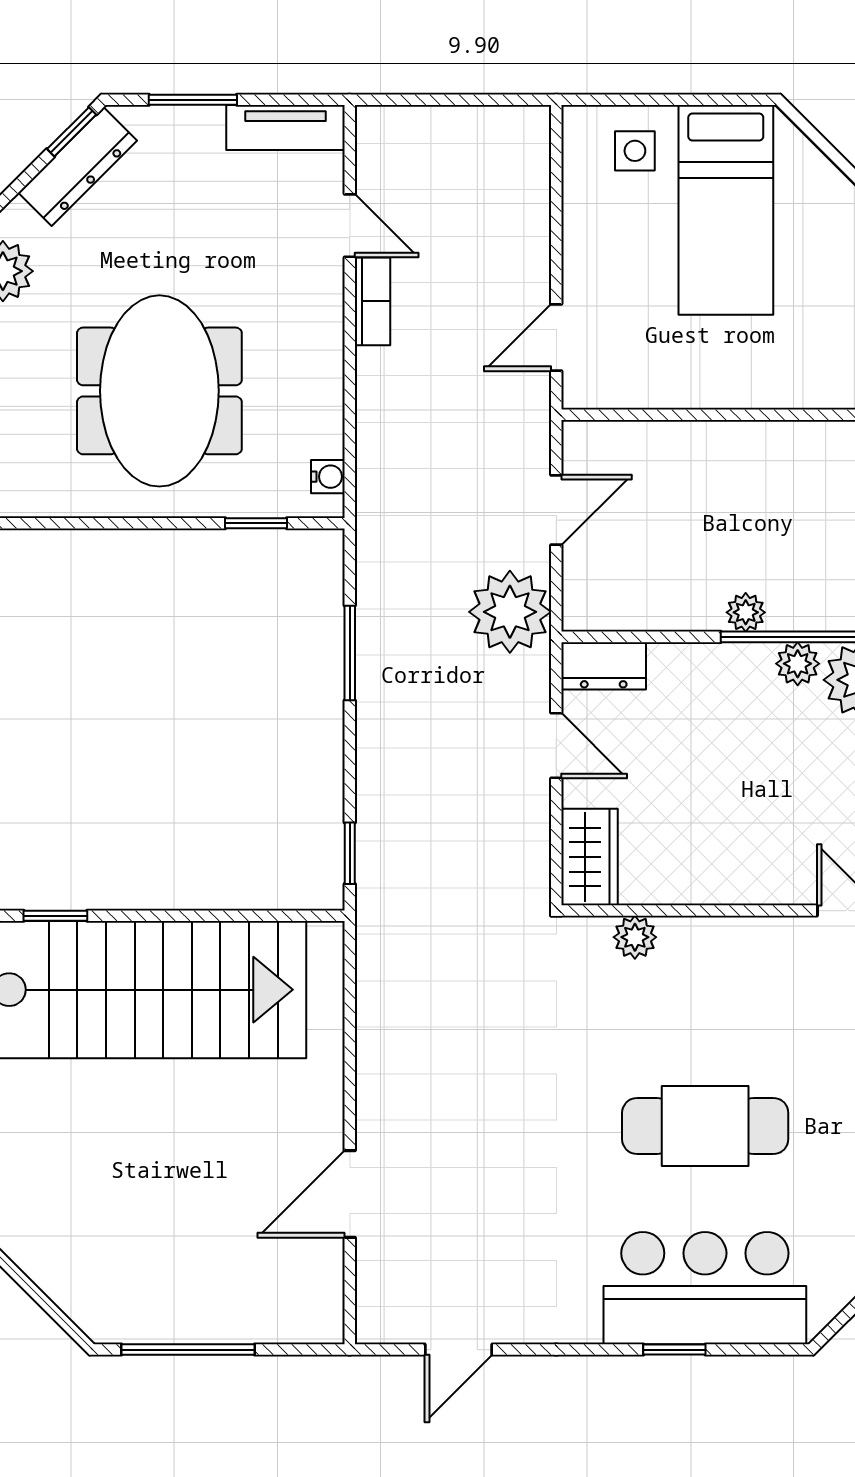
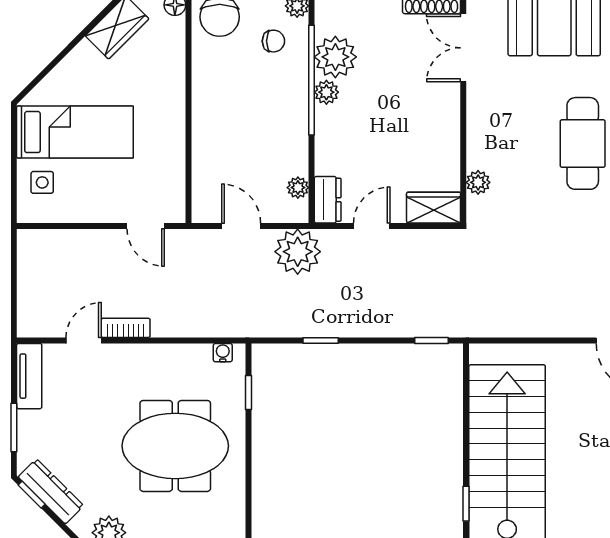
plant: (746, 612) -> (298, 188), moved
window: (350, 653) -> (321, 340), width x0.67

